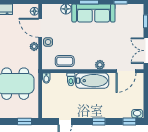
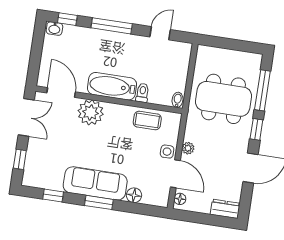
plant: (100, 65) -> (91, 112), width x1.87, depth x1.87
door: (126, 71) -> (61, 92), hinge flipped
window: (25, 122) -> (218, 42), removed
window: (99, 122) -> (112, 26), width x2.17

